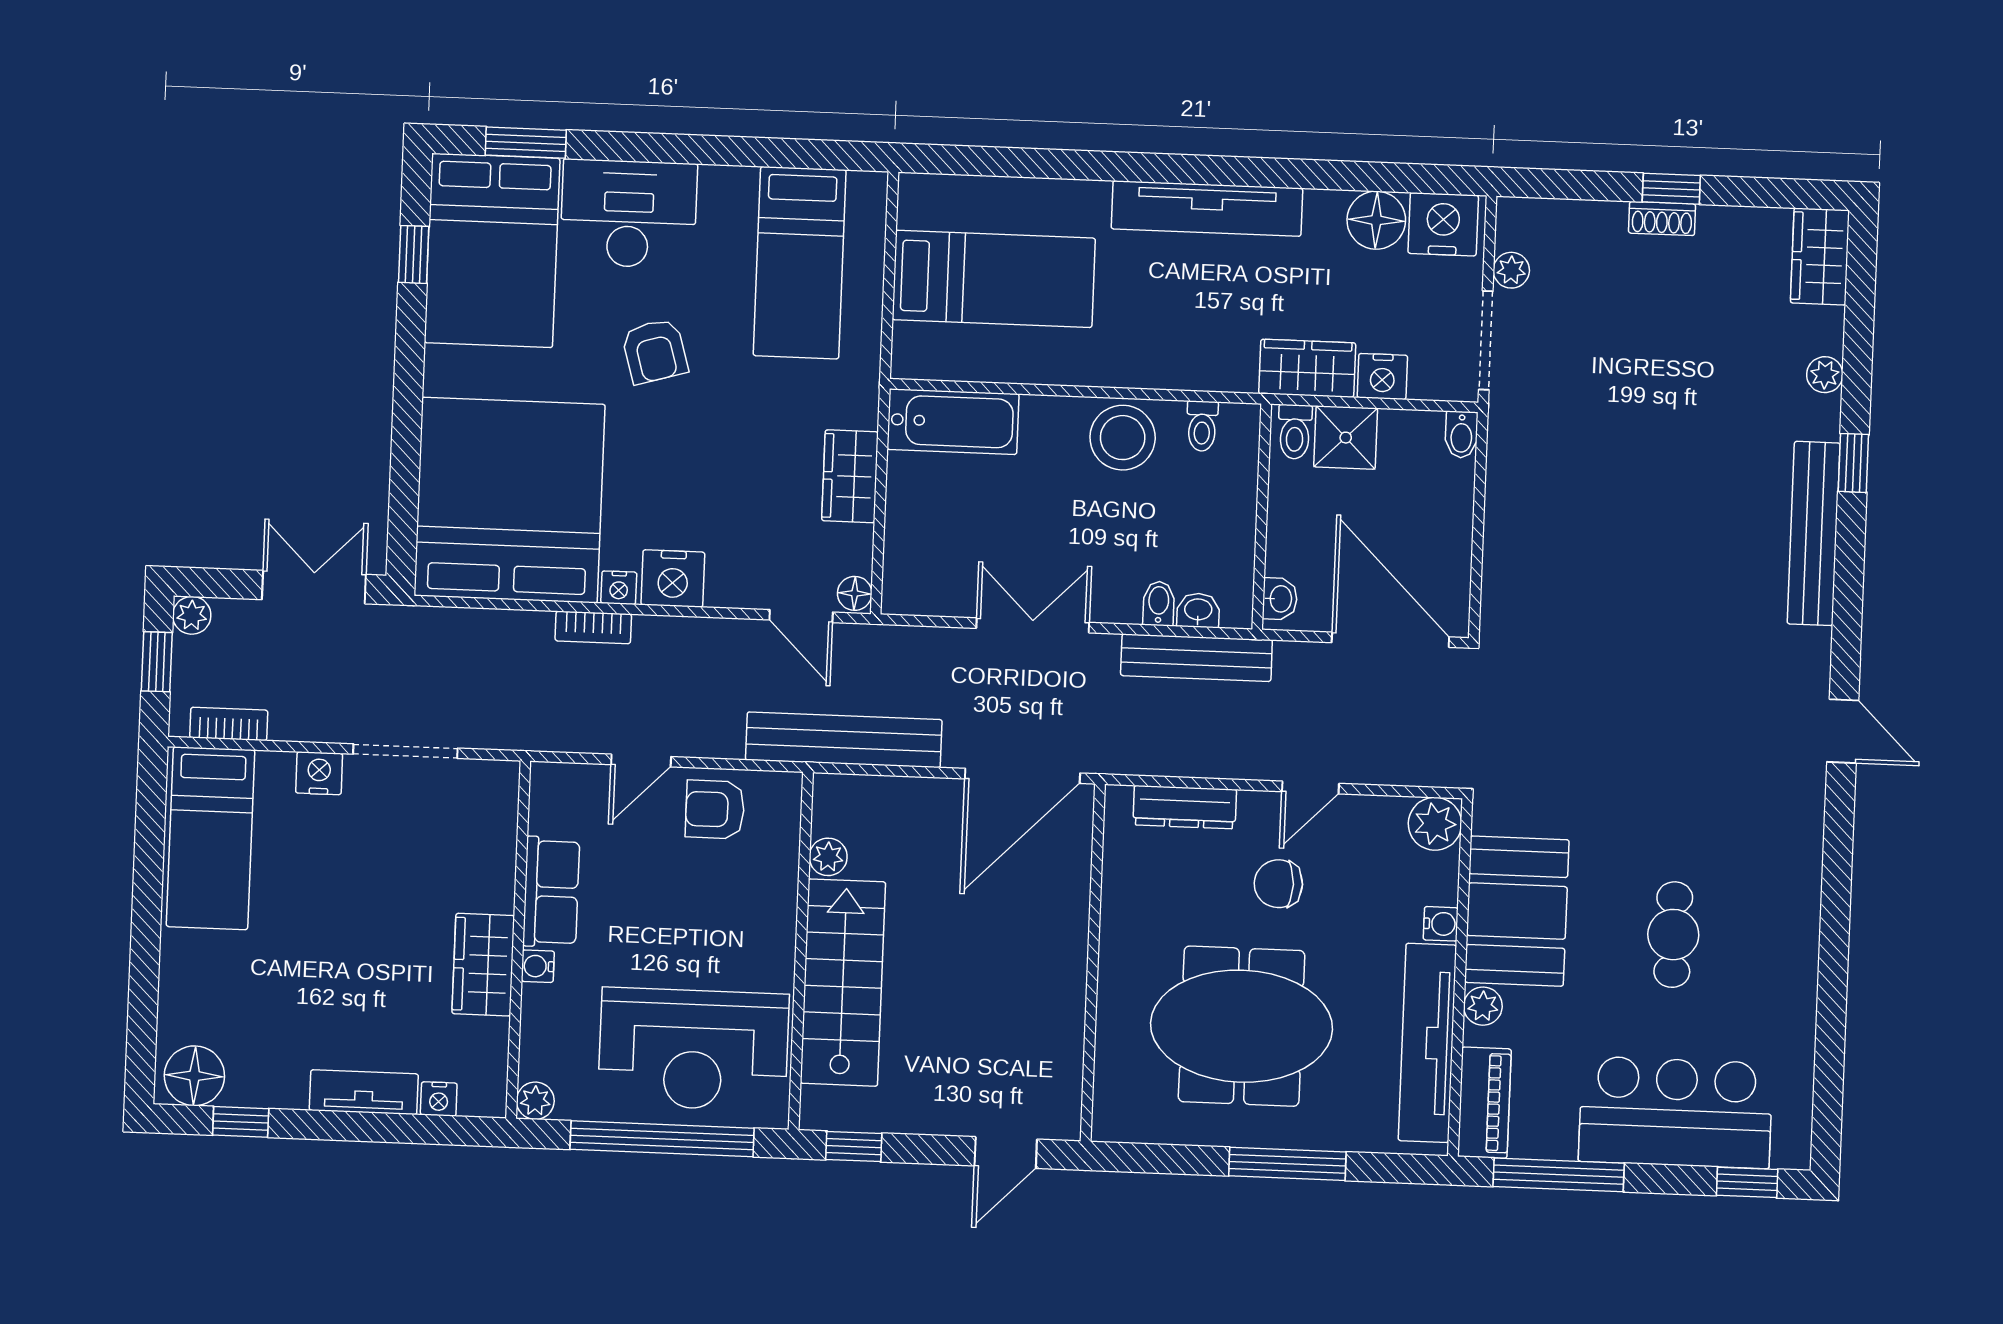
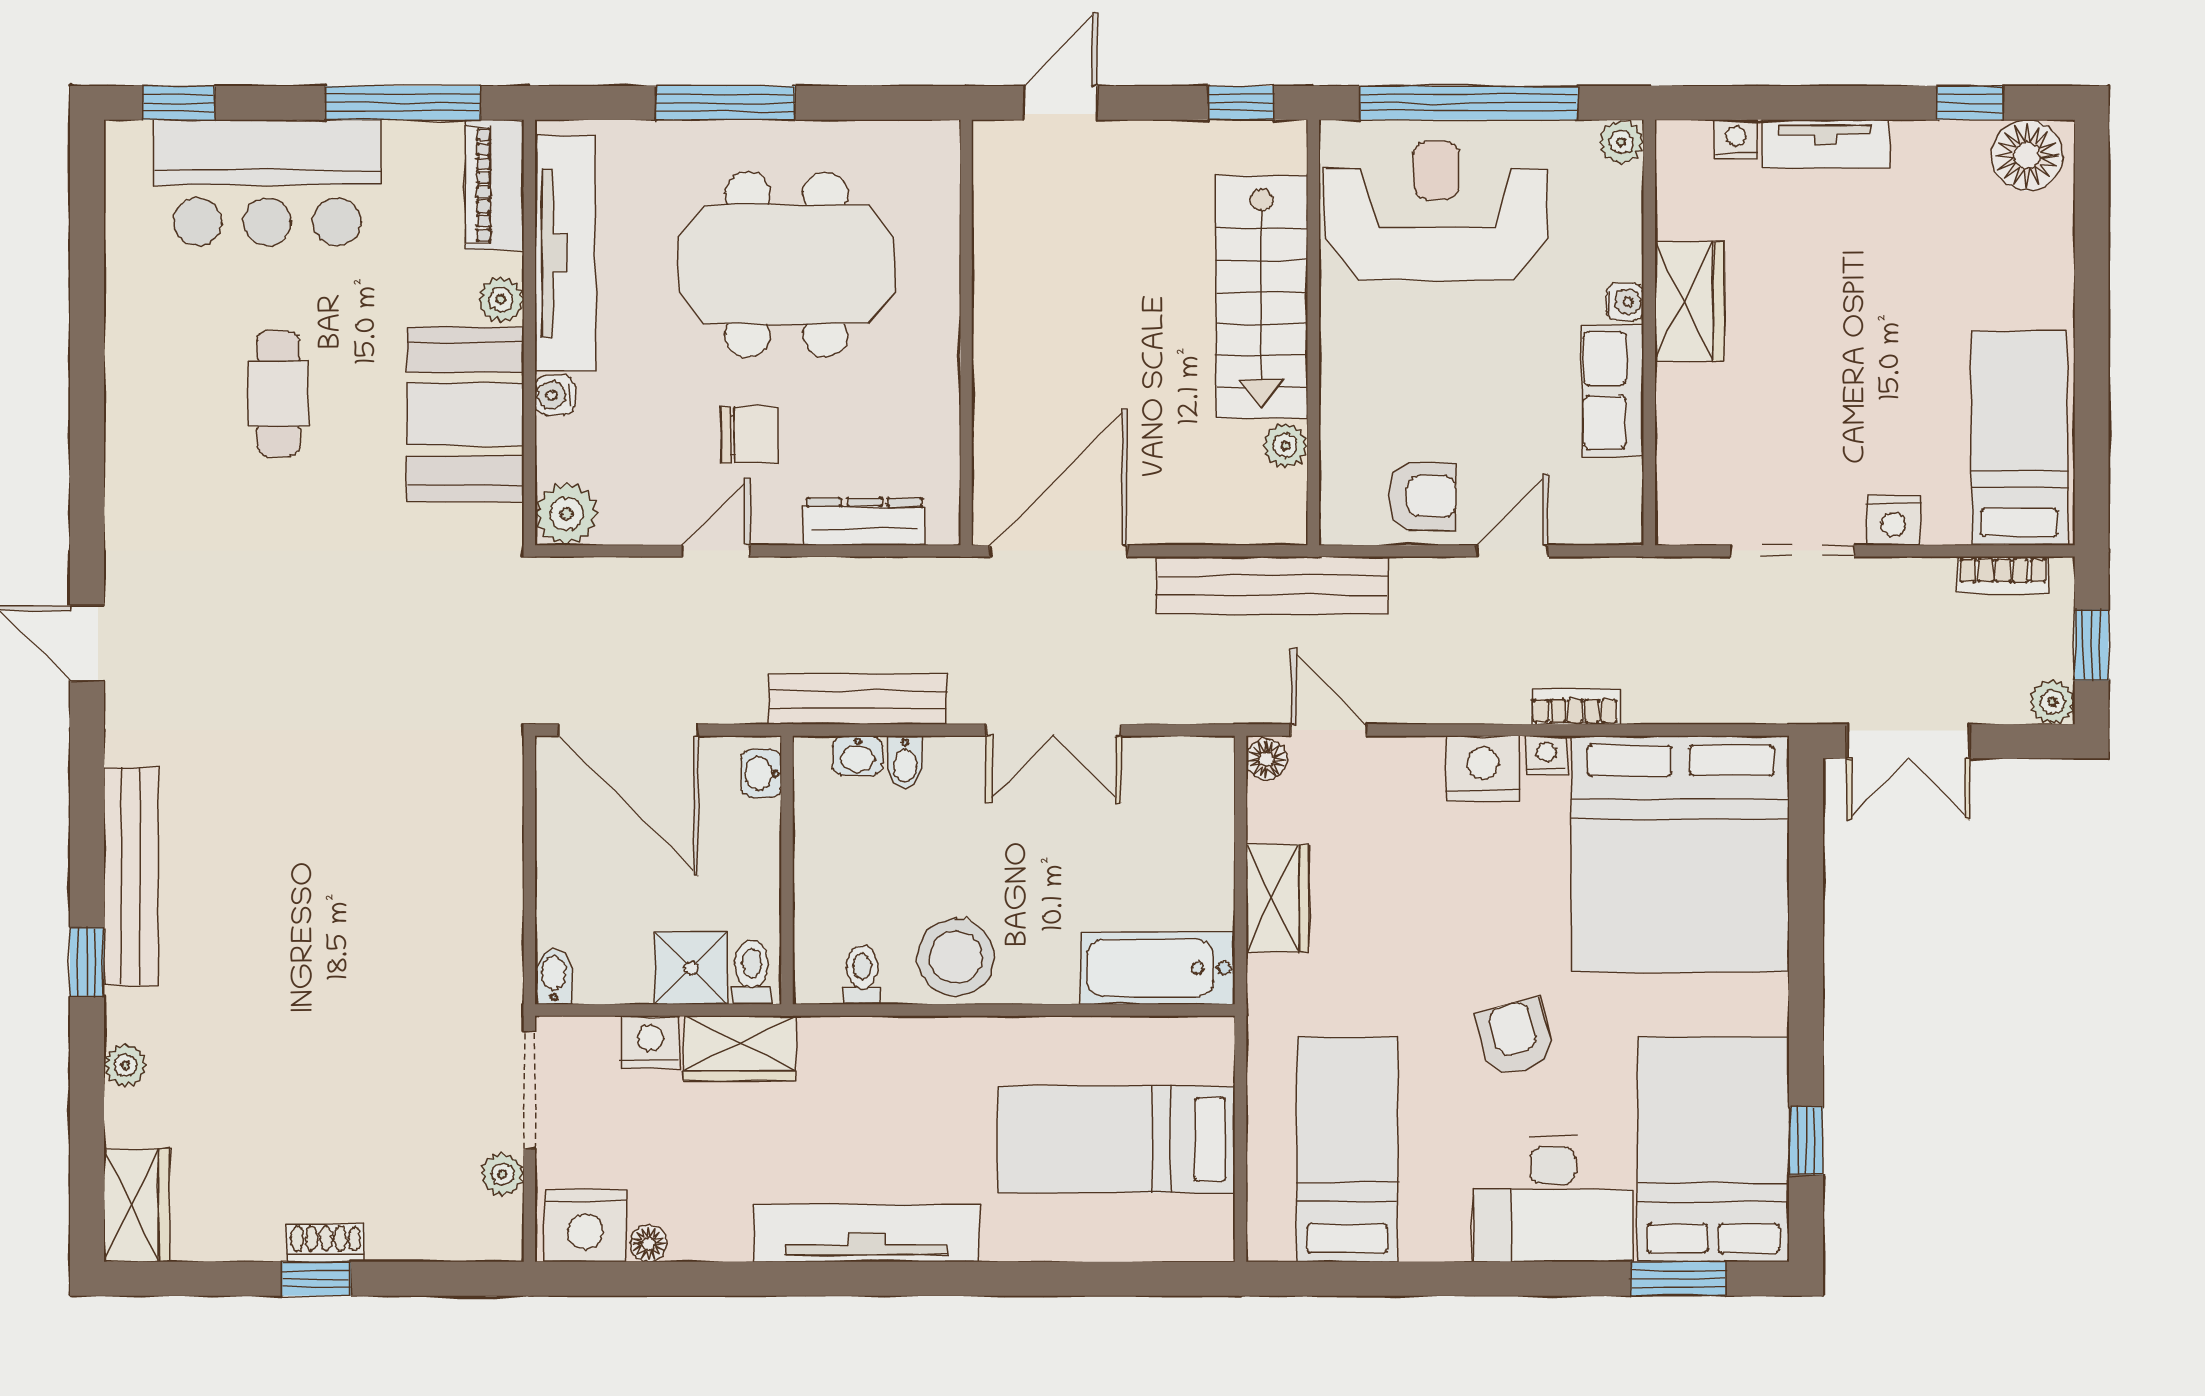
floor lamp: (1376, 220) -> (649, 1244), width x0.53, depth x0.53

